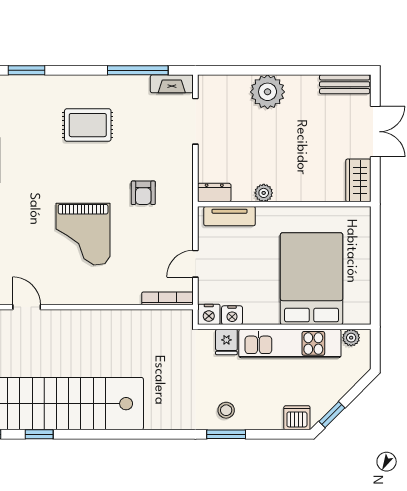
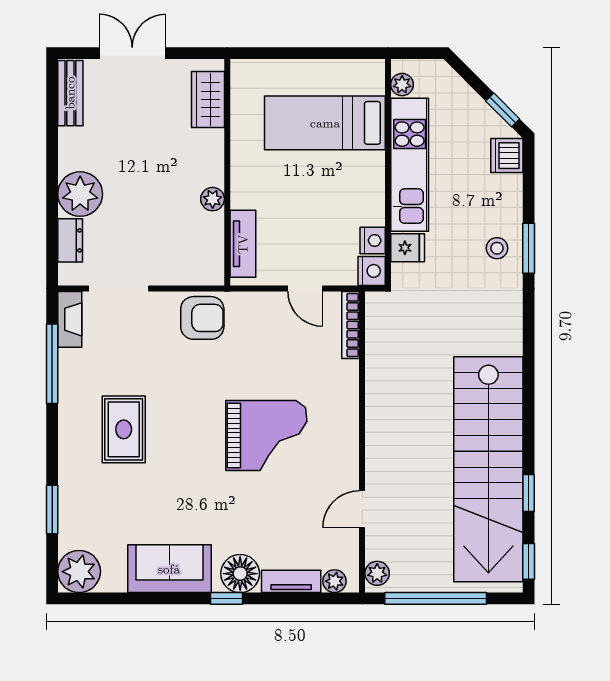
wardrobe: (358, 180) -> (208, 99), moved, turned 90
armchair: (143, 193) -> (202, 318), moved, width x1.38, depth x1.38
dresser: (214, 193) -> (70, 240), moved, turned 180
bed: (312, 279) -> (325, 123), width x0.67

